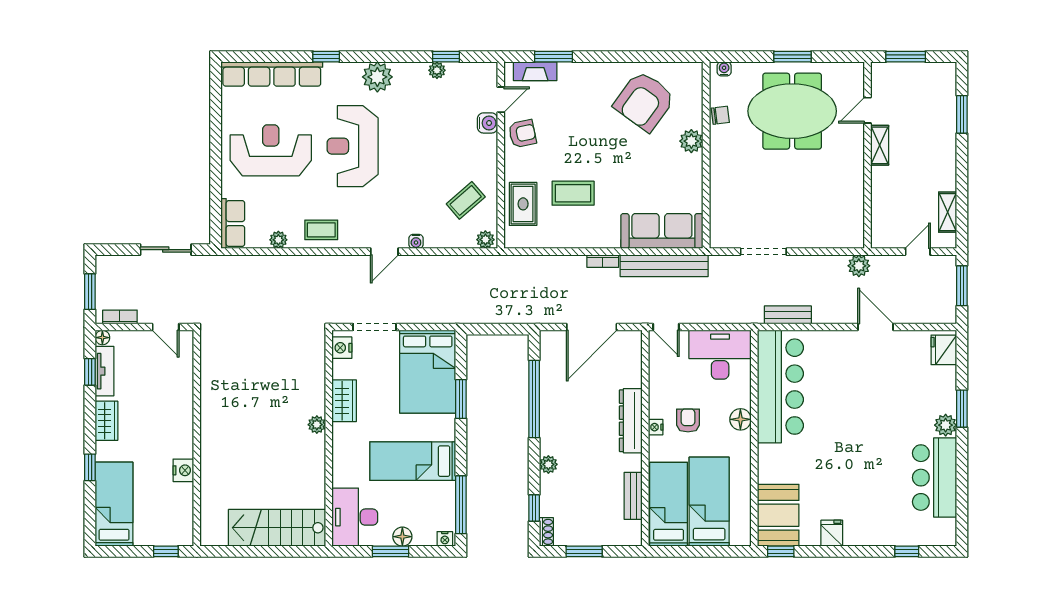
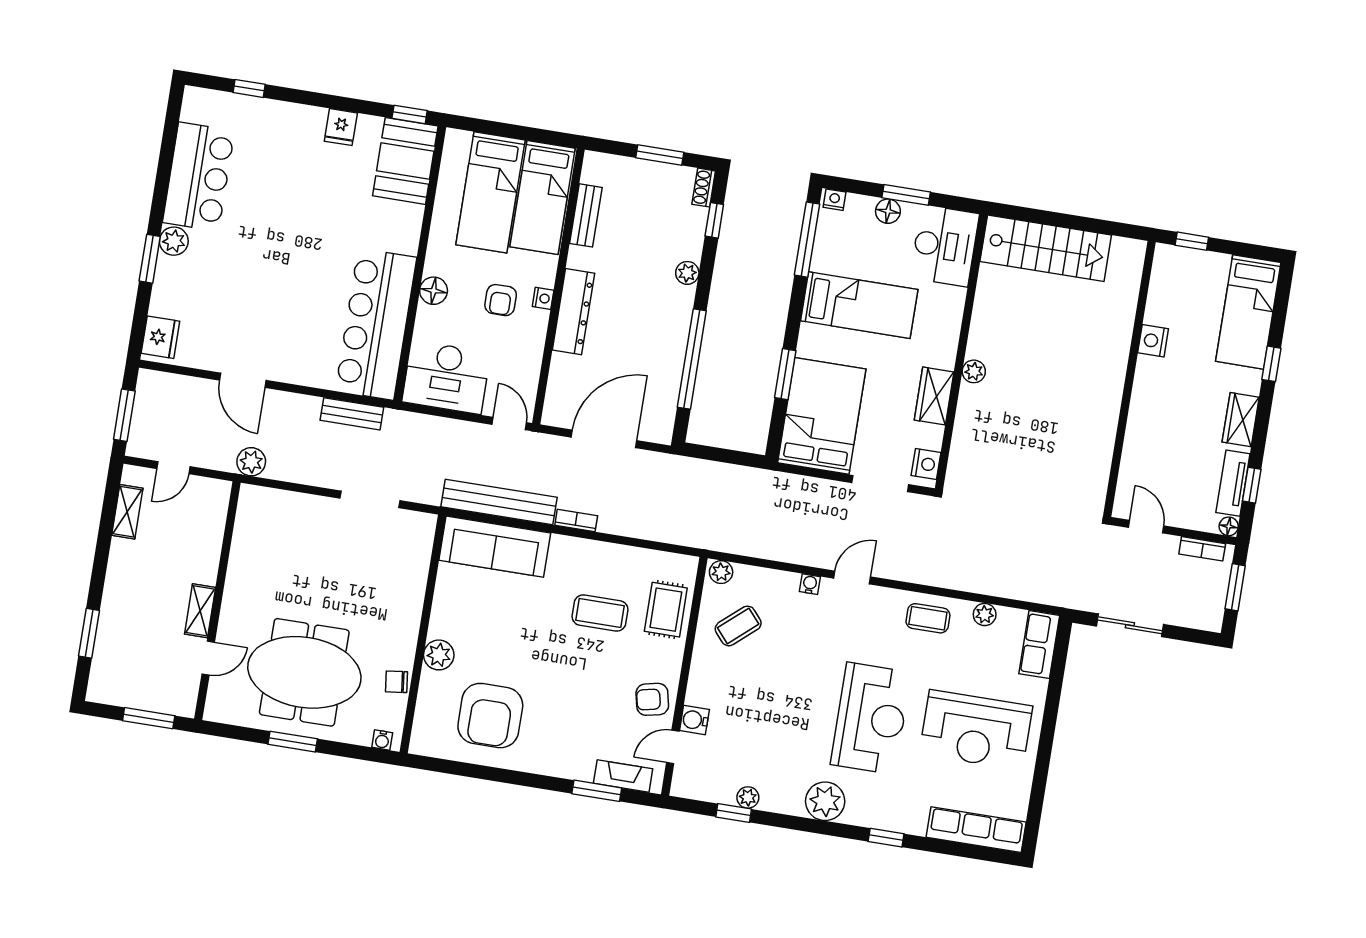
row of seats: (272, 74) -> (976, 830), width x0.73
armchair: (644, 101) -> (490, 716), turned 144

